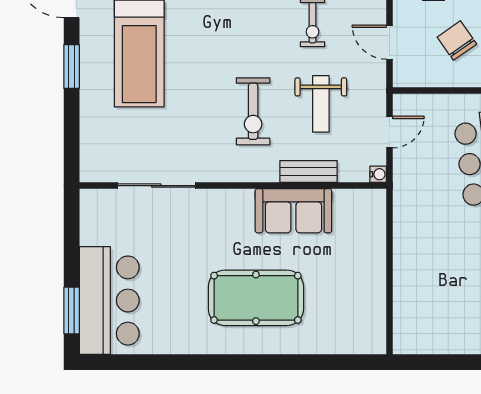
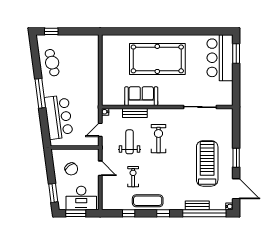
pool table: (256, 298) -> (157, 59), width x1.36, depth x1.32

